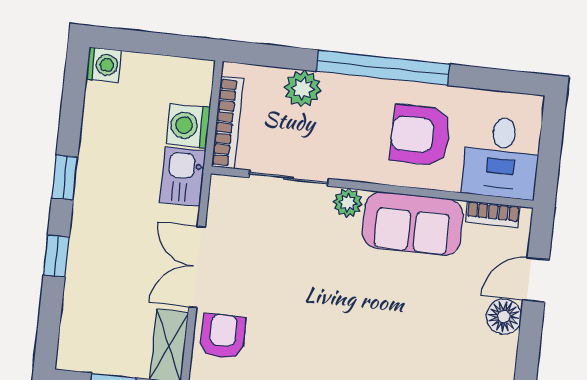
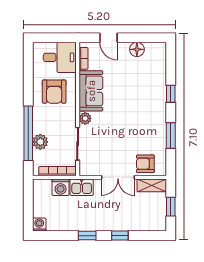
window: (383, 68) -> (28, 133), moved
floor lamp: (504, 317) -> (137, 49), moved

